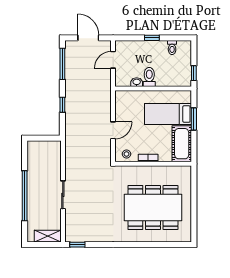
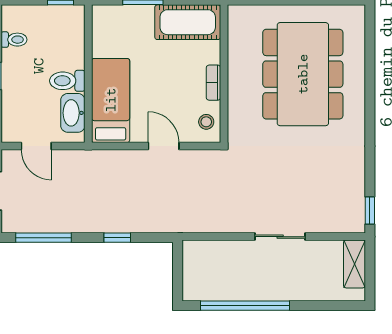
washbasin: (137, 82) -> (73, 113), width x1.91, depth x1.45
bed: (168, 114) -> (111, 100), moved, turned 180
window: (25, 196) -> (245, 306), moved

